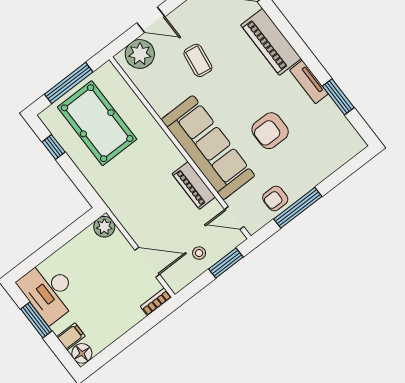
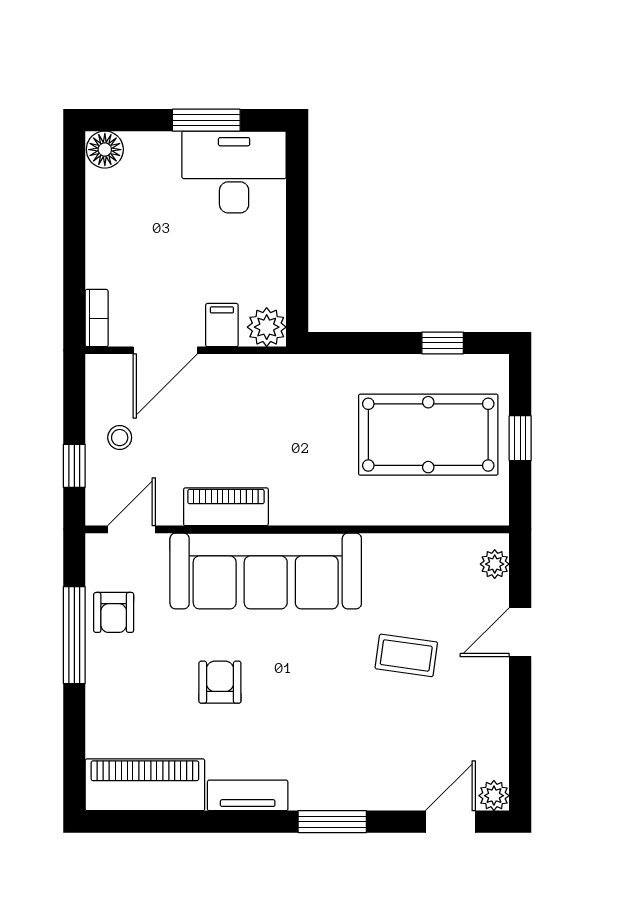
piano: (271, 42) -> (145, 785), moved
plant: (140, 54) -> (495, 564), width x0.53, depth x0.53
window: (69, 83) -> (520, 438), width x0.46
window: (338, 97) -> (332, 822), moved
armchair: (270, 131) -> (220, 682), width x0.72, depth x0.72
armchair: (275, 198) -> (114, 612), turned 180
window: (226, 263) -> (74, 466), width x0.67
filing cabinet: (71, 336) -> (222, 325), moved, turned 180

